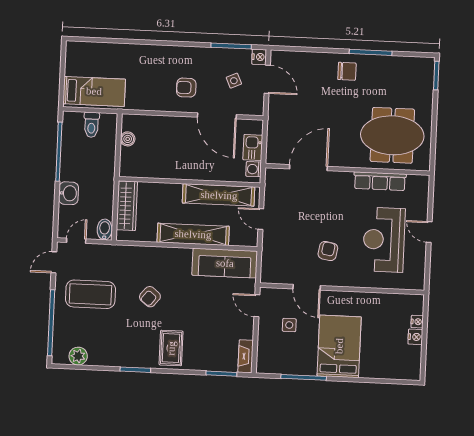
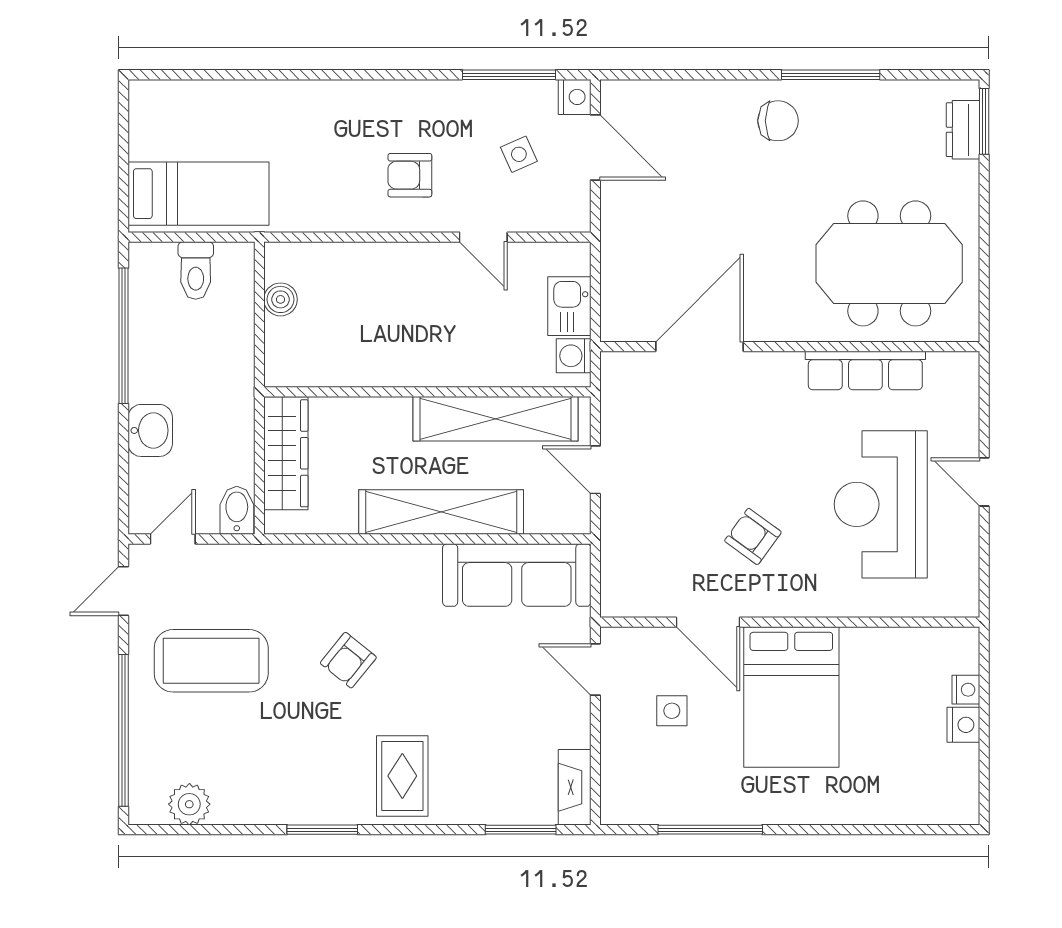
dresser: (427, 79) -> (963, 130), added
door: (217, 116) -> (483, 237), width x0.53
armchair: (328, 251) -> (753, 536), turned -64
bed: (339, 346) -> (791, 697), moved, turned 180

